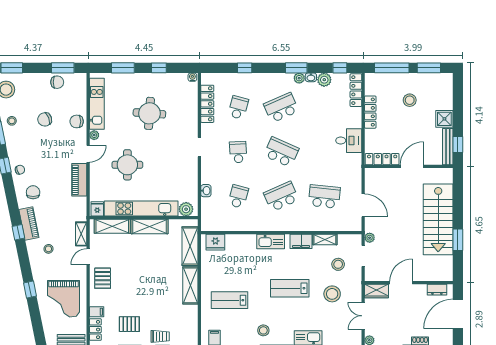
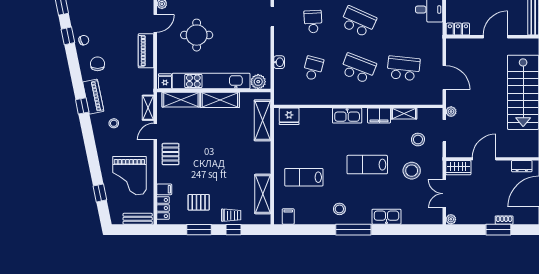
locker: (382, 159) -> (458, 29), width x0.66
school desk: (281, 196) -> (358, 68), turned 45
shelving: (190, 285) -> (263, 194), moved
window: (30, 290) -> (100, 193), moved

